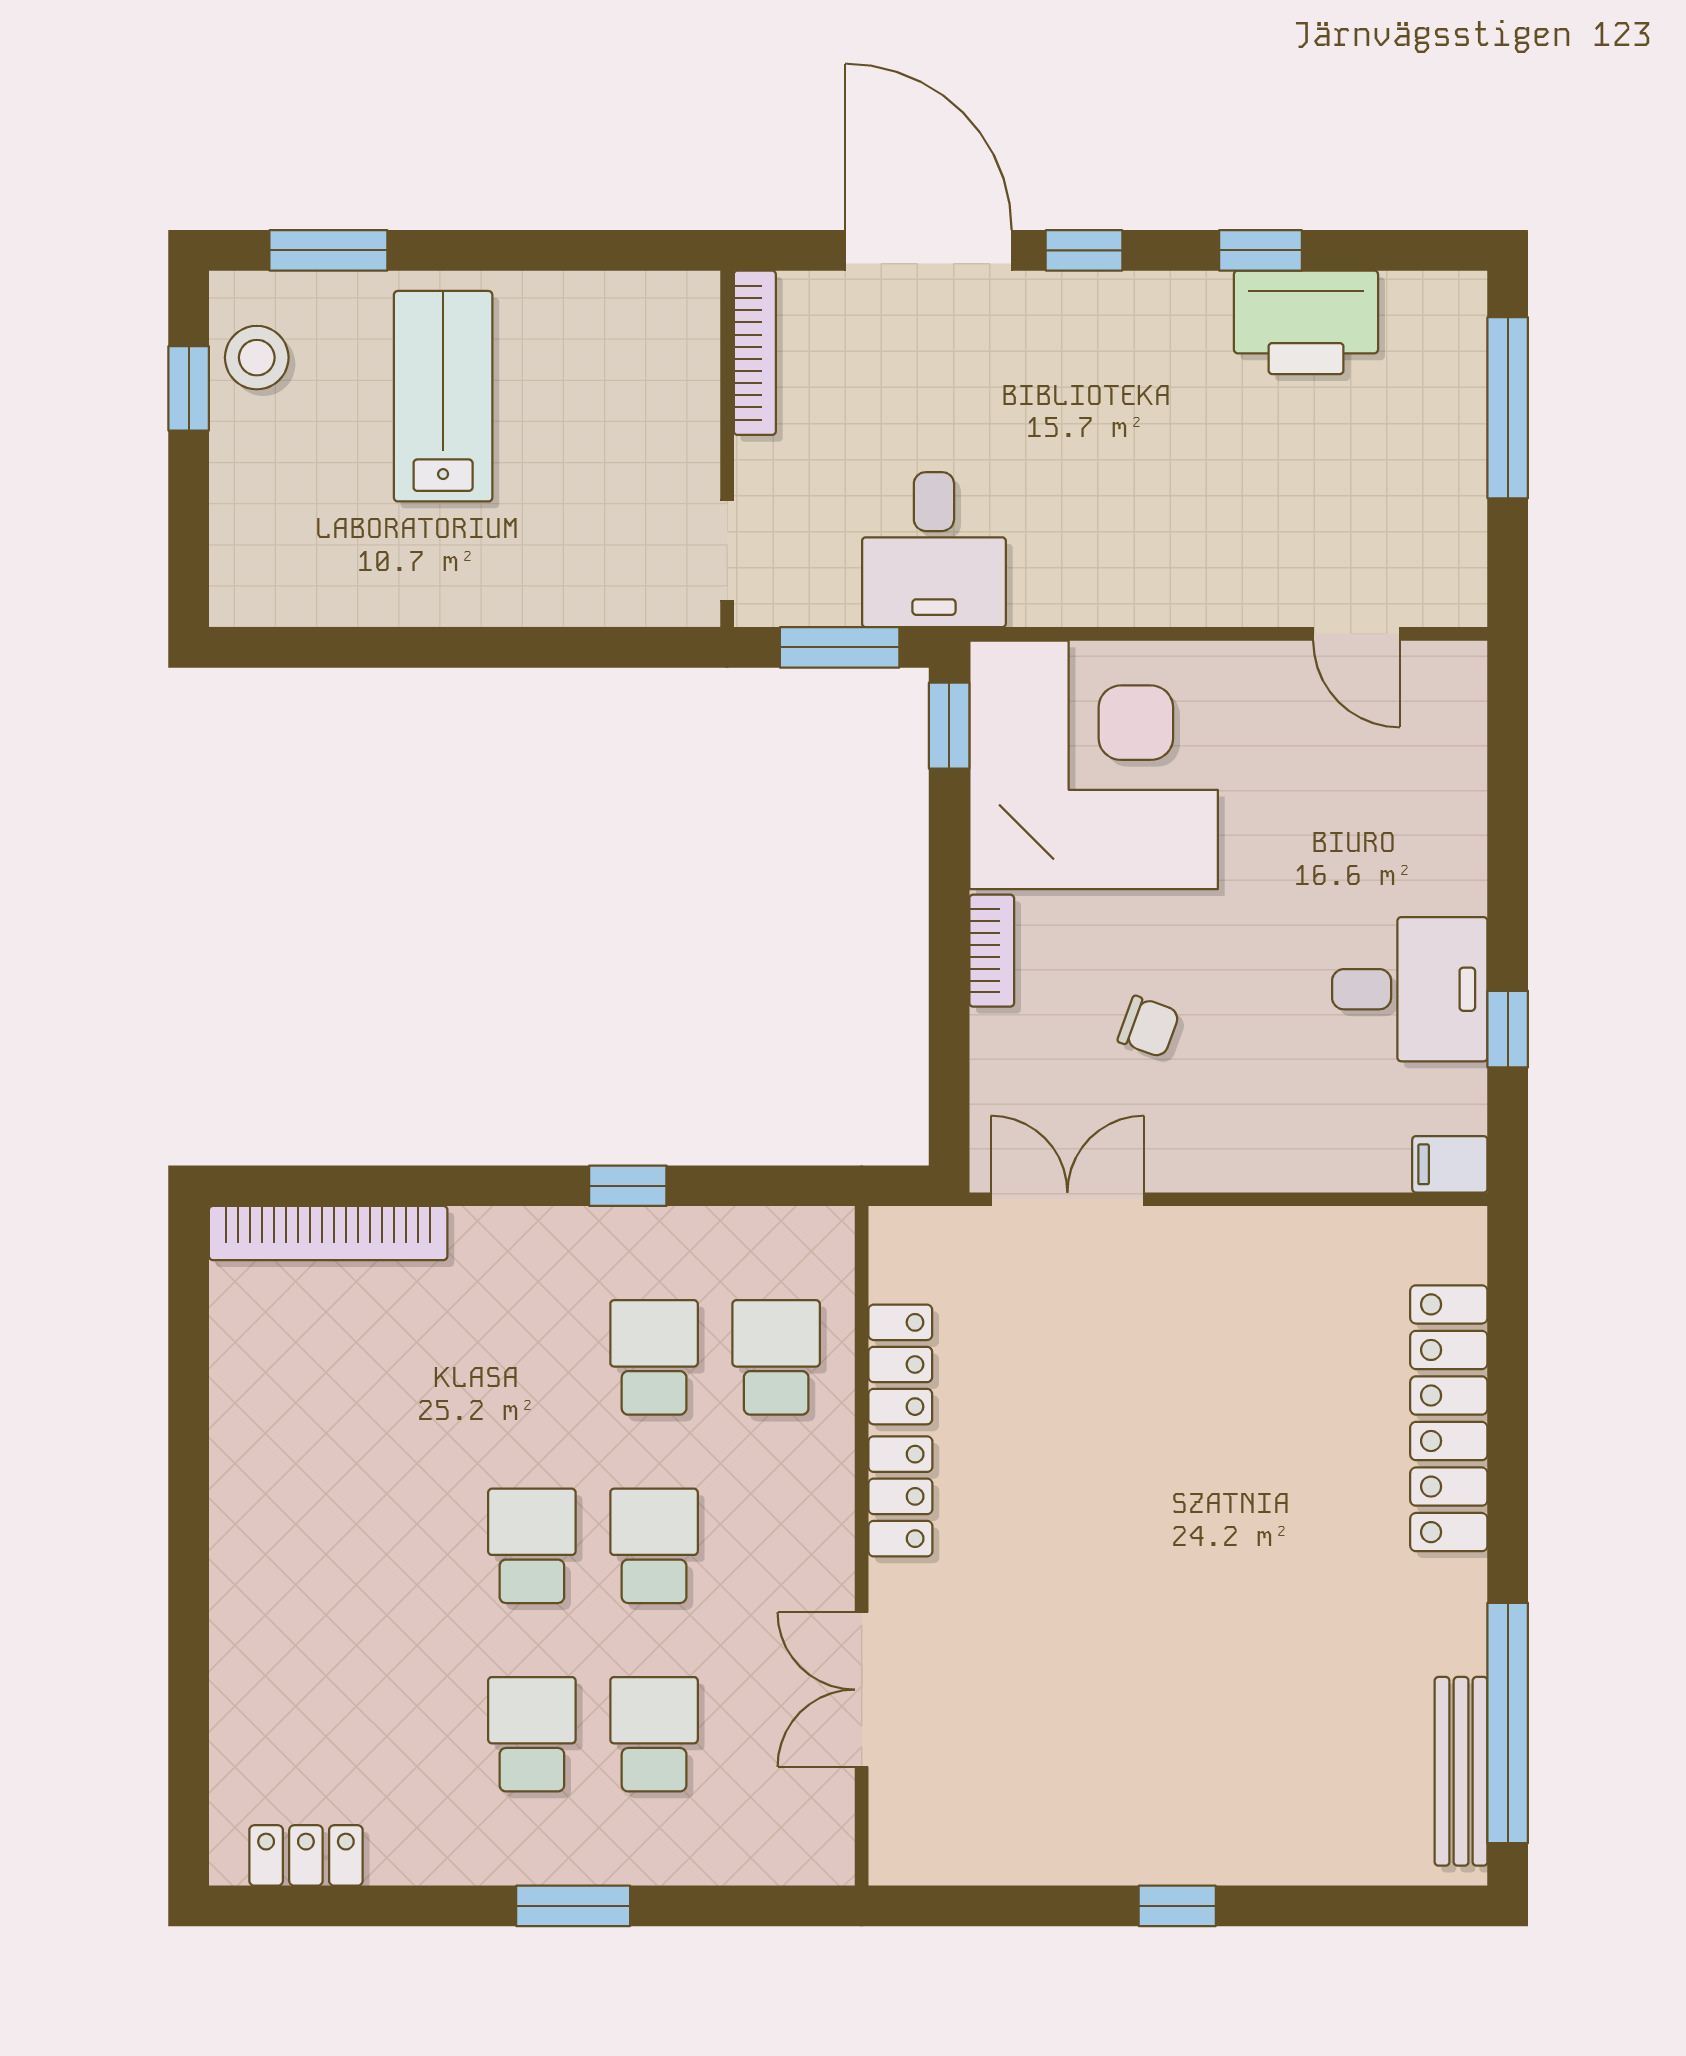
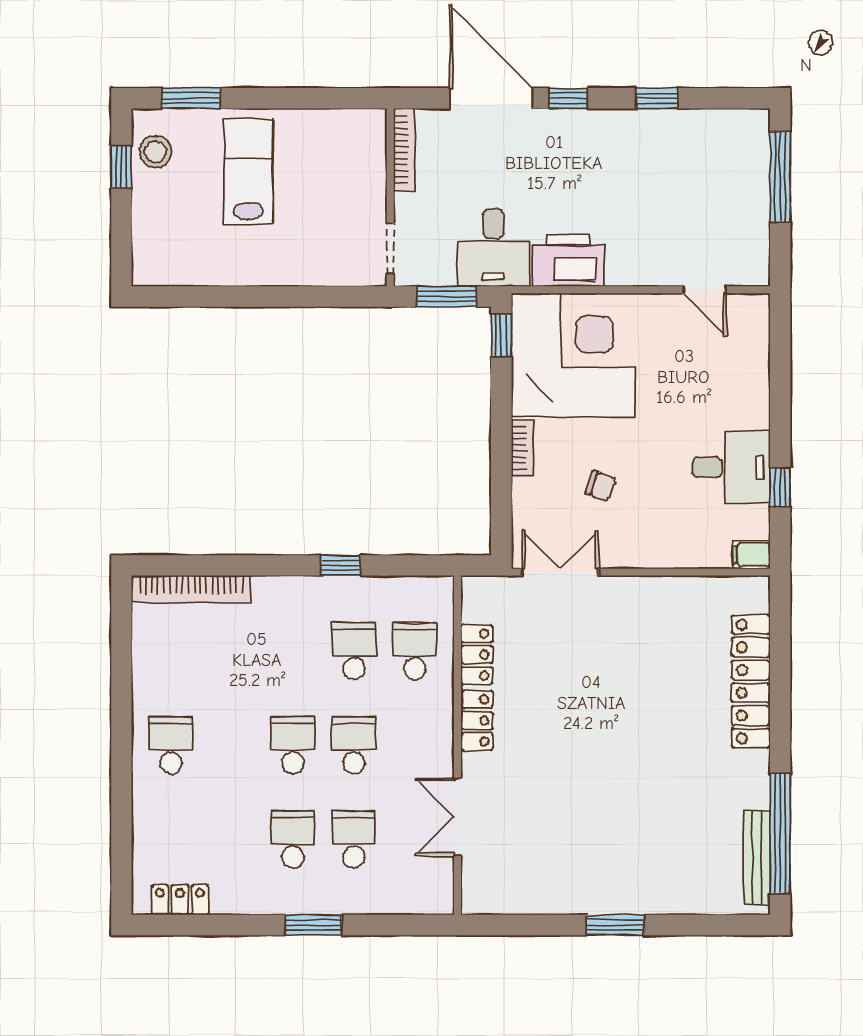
printer: (1306, 322) -> (568, 261), moved, turned 180
school desk: (288, 1546) -> (171, 745), added
window: (1177, 1906) -> (615, 925), width x1.50

